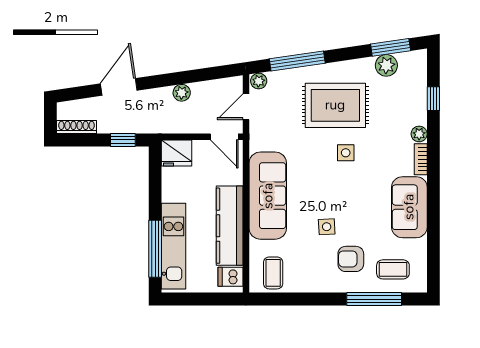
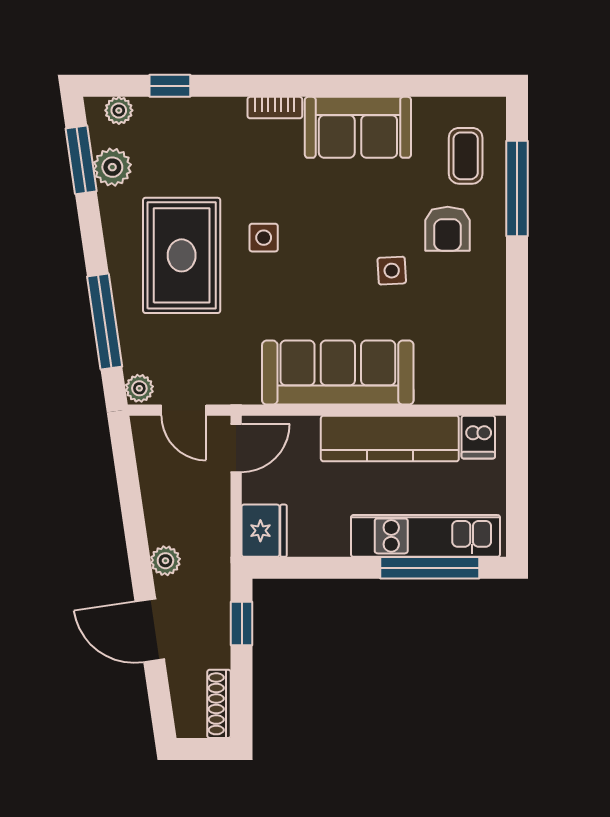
plant: (182, 93) -> (165, 561), moved
plant: (419, 134) -> (119, 110), moved
coffee table: (273, 273) -> (472, 363), removed

